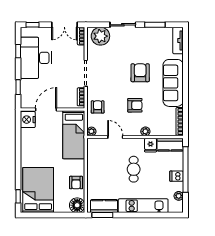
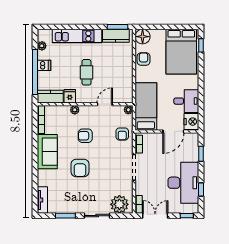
sofa: (173, 83) -> (47, 152), width x0.73
door: (115, 137) -> (105, 104), swing flipped
desk: (33, 140) -> (186, 101), added

